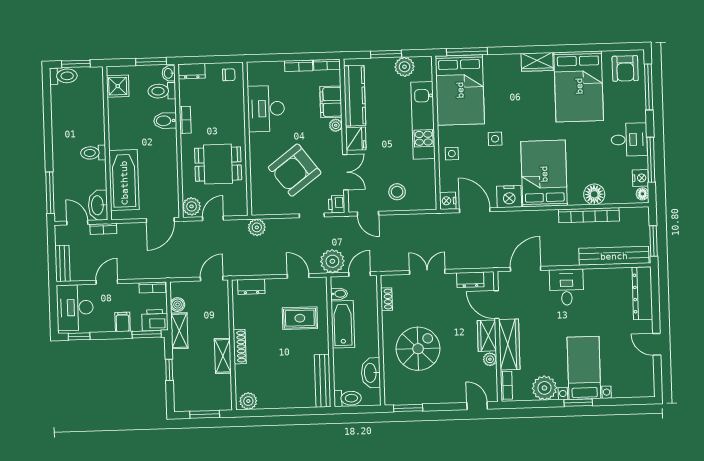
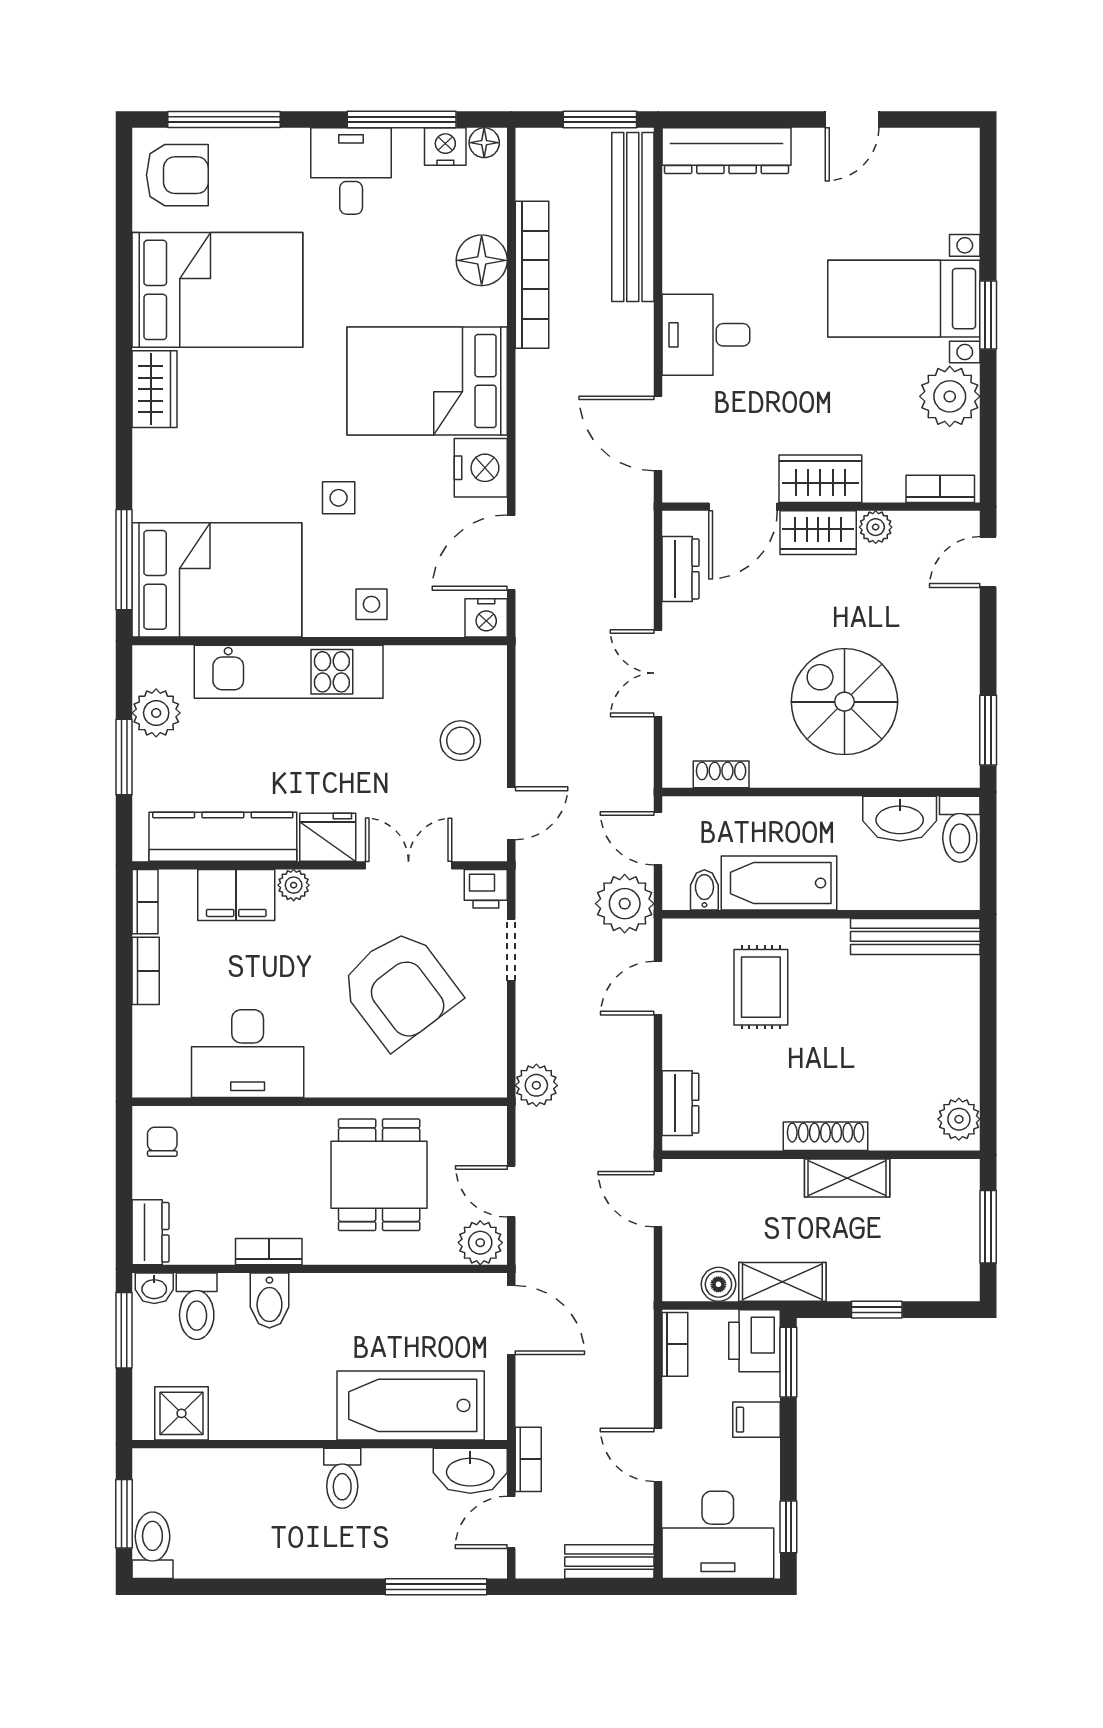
wardrobe: (509, 344) -> (820, 479), width x0.67
toilet: (348, 398) -> (960, 829), moved, turned 180

